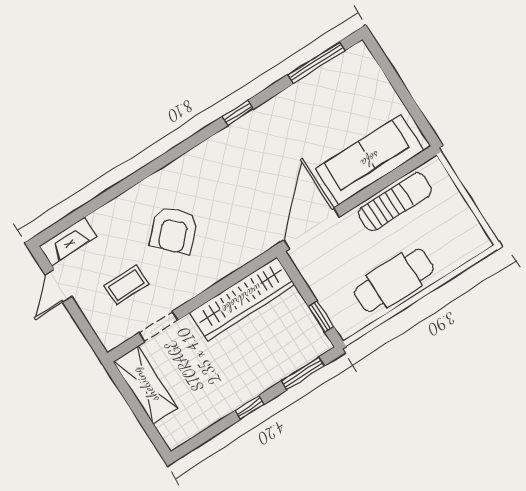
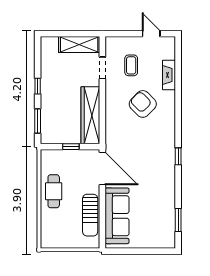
window: (317, 63) -> (178, 220), width x0.69
window: (238, 113) -> (178, 156), moved
fireplace: (68, 241) -> (169, 75), moved
cafe table: (394, 280) -> (54, 191), width x0.73, depth x0.74
window: (321, 317) -> (71, 147), moved

